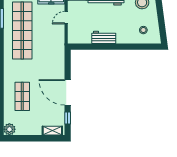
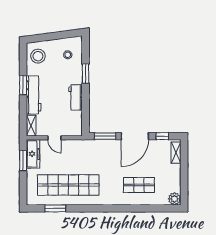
window: (126, 47) -> (86, 73), added
window: (68, 65) -> (105, 136), added

